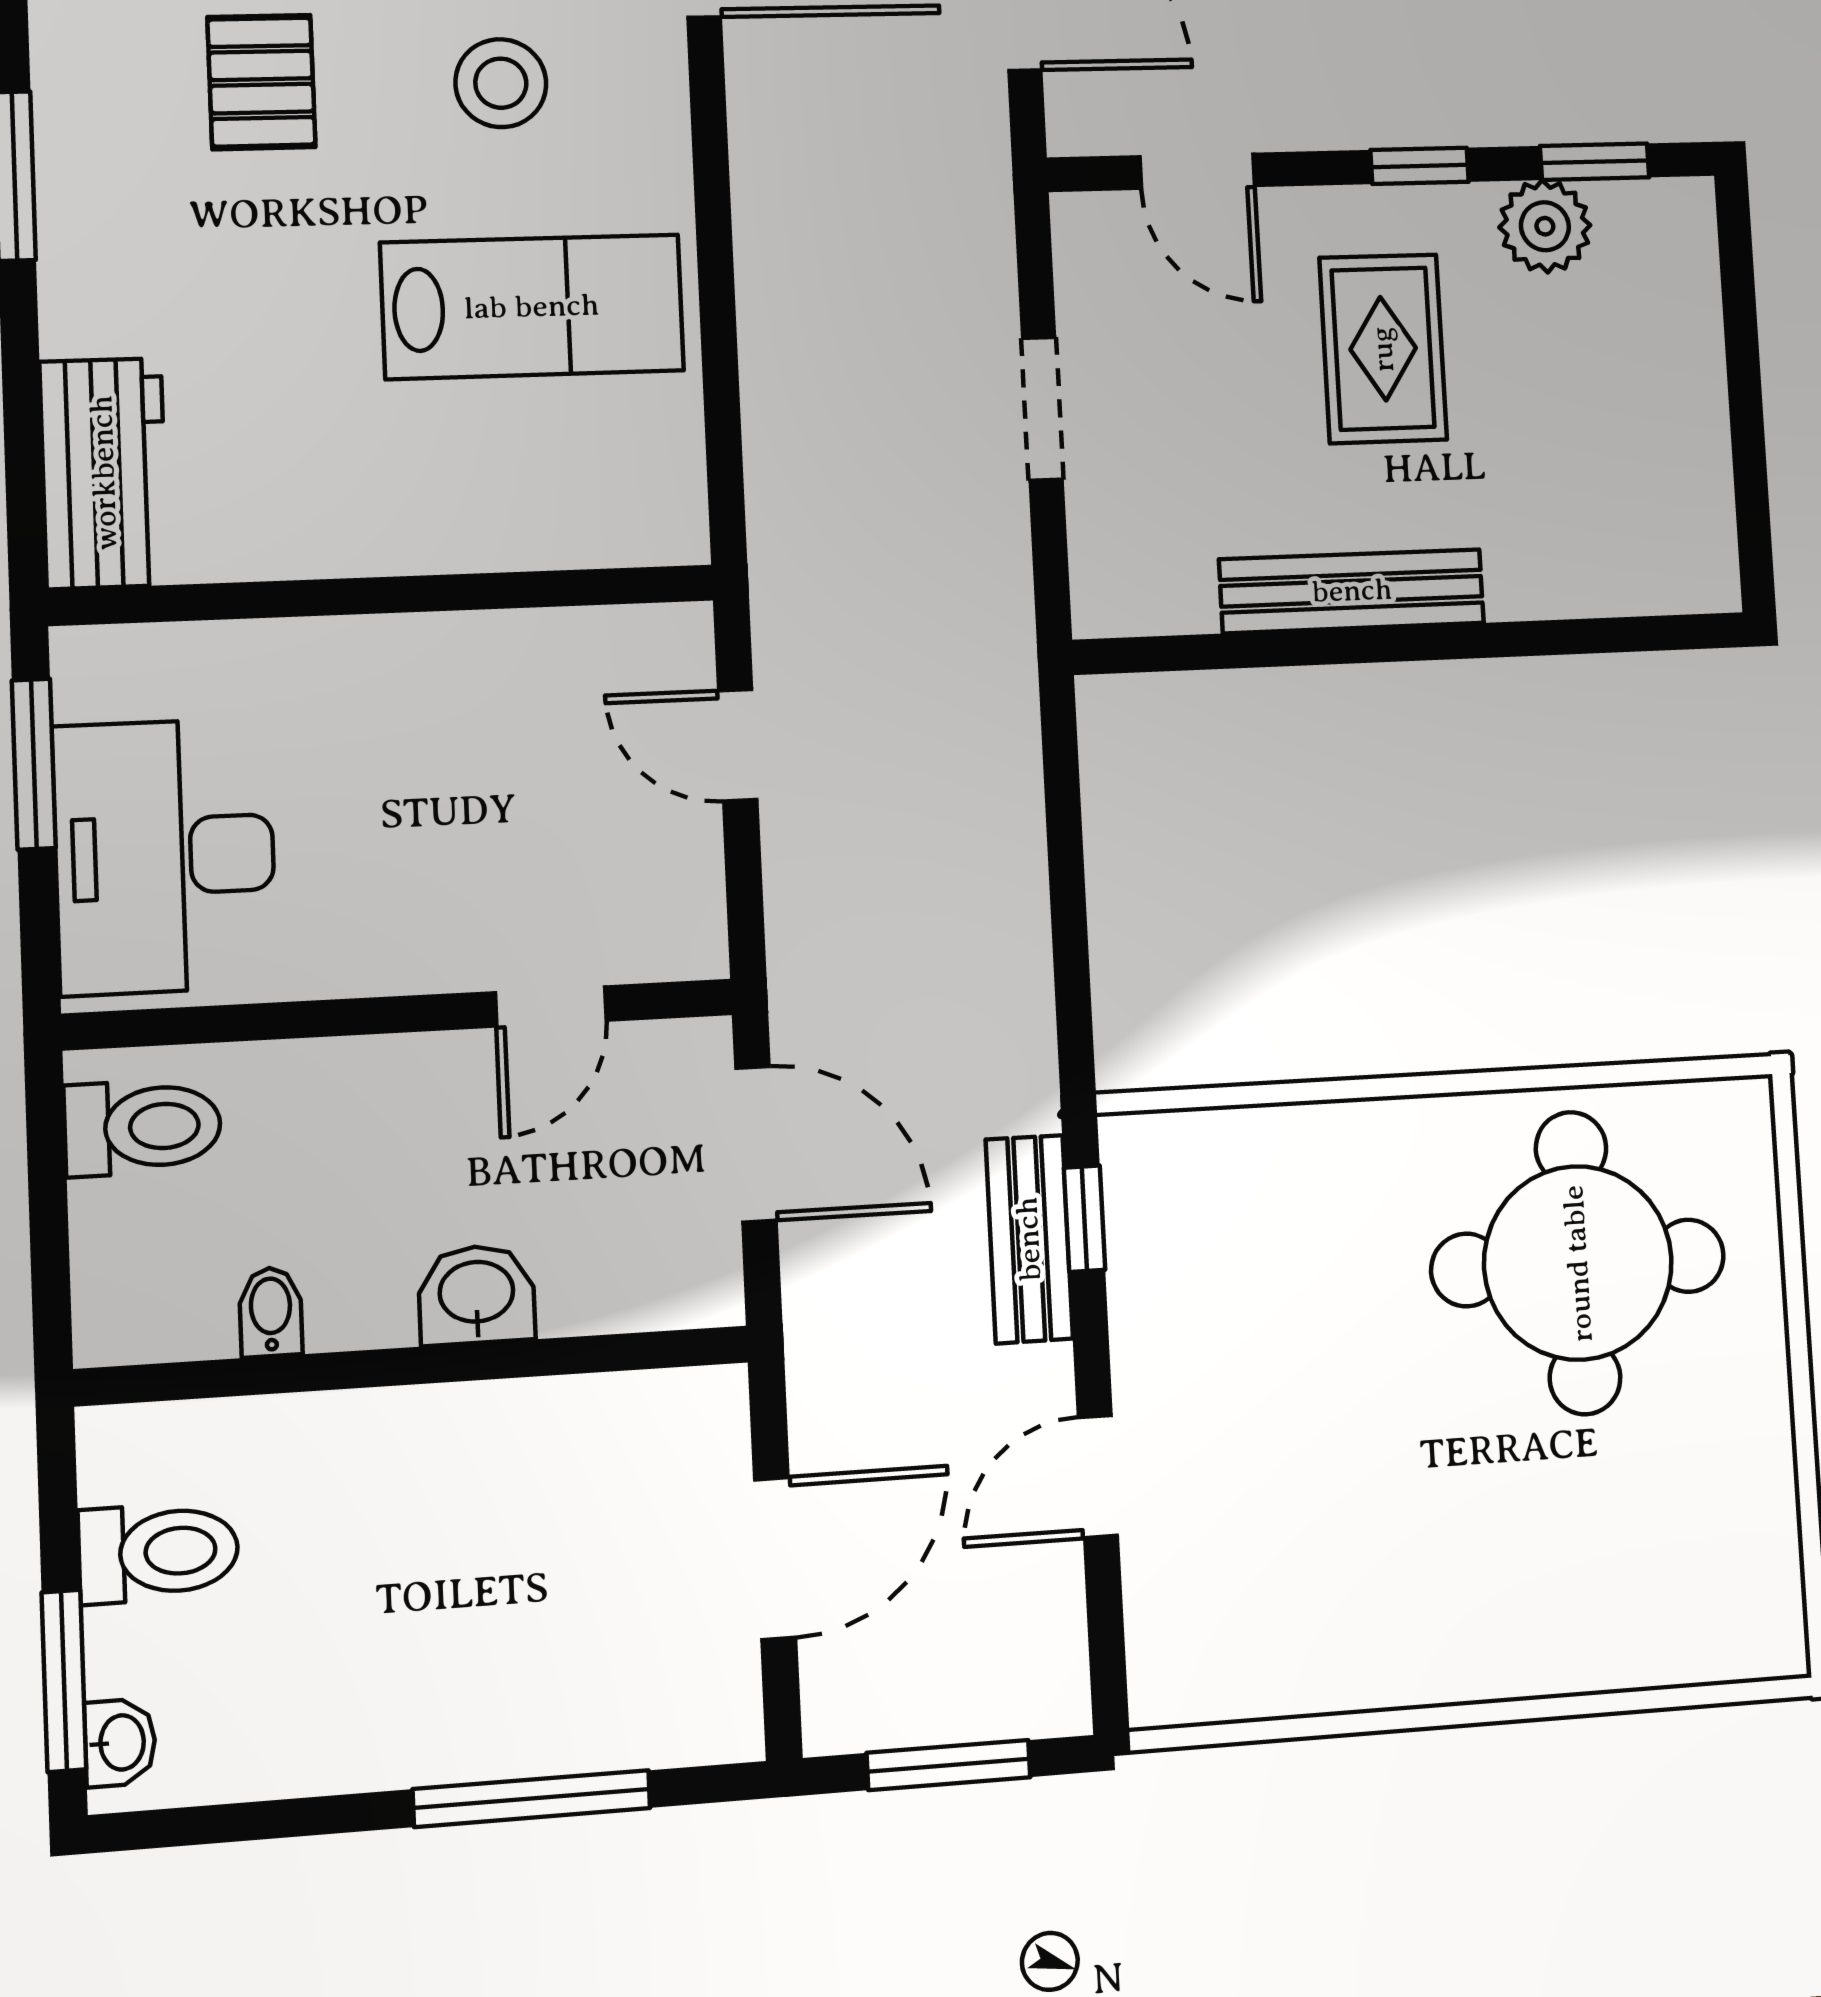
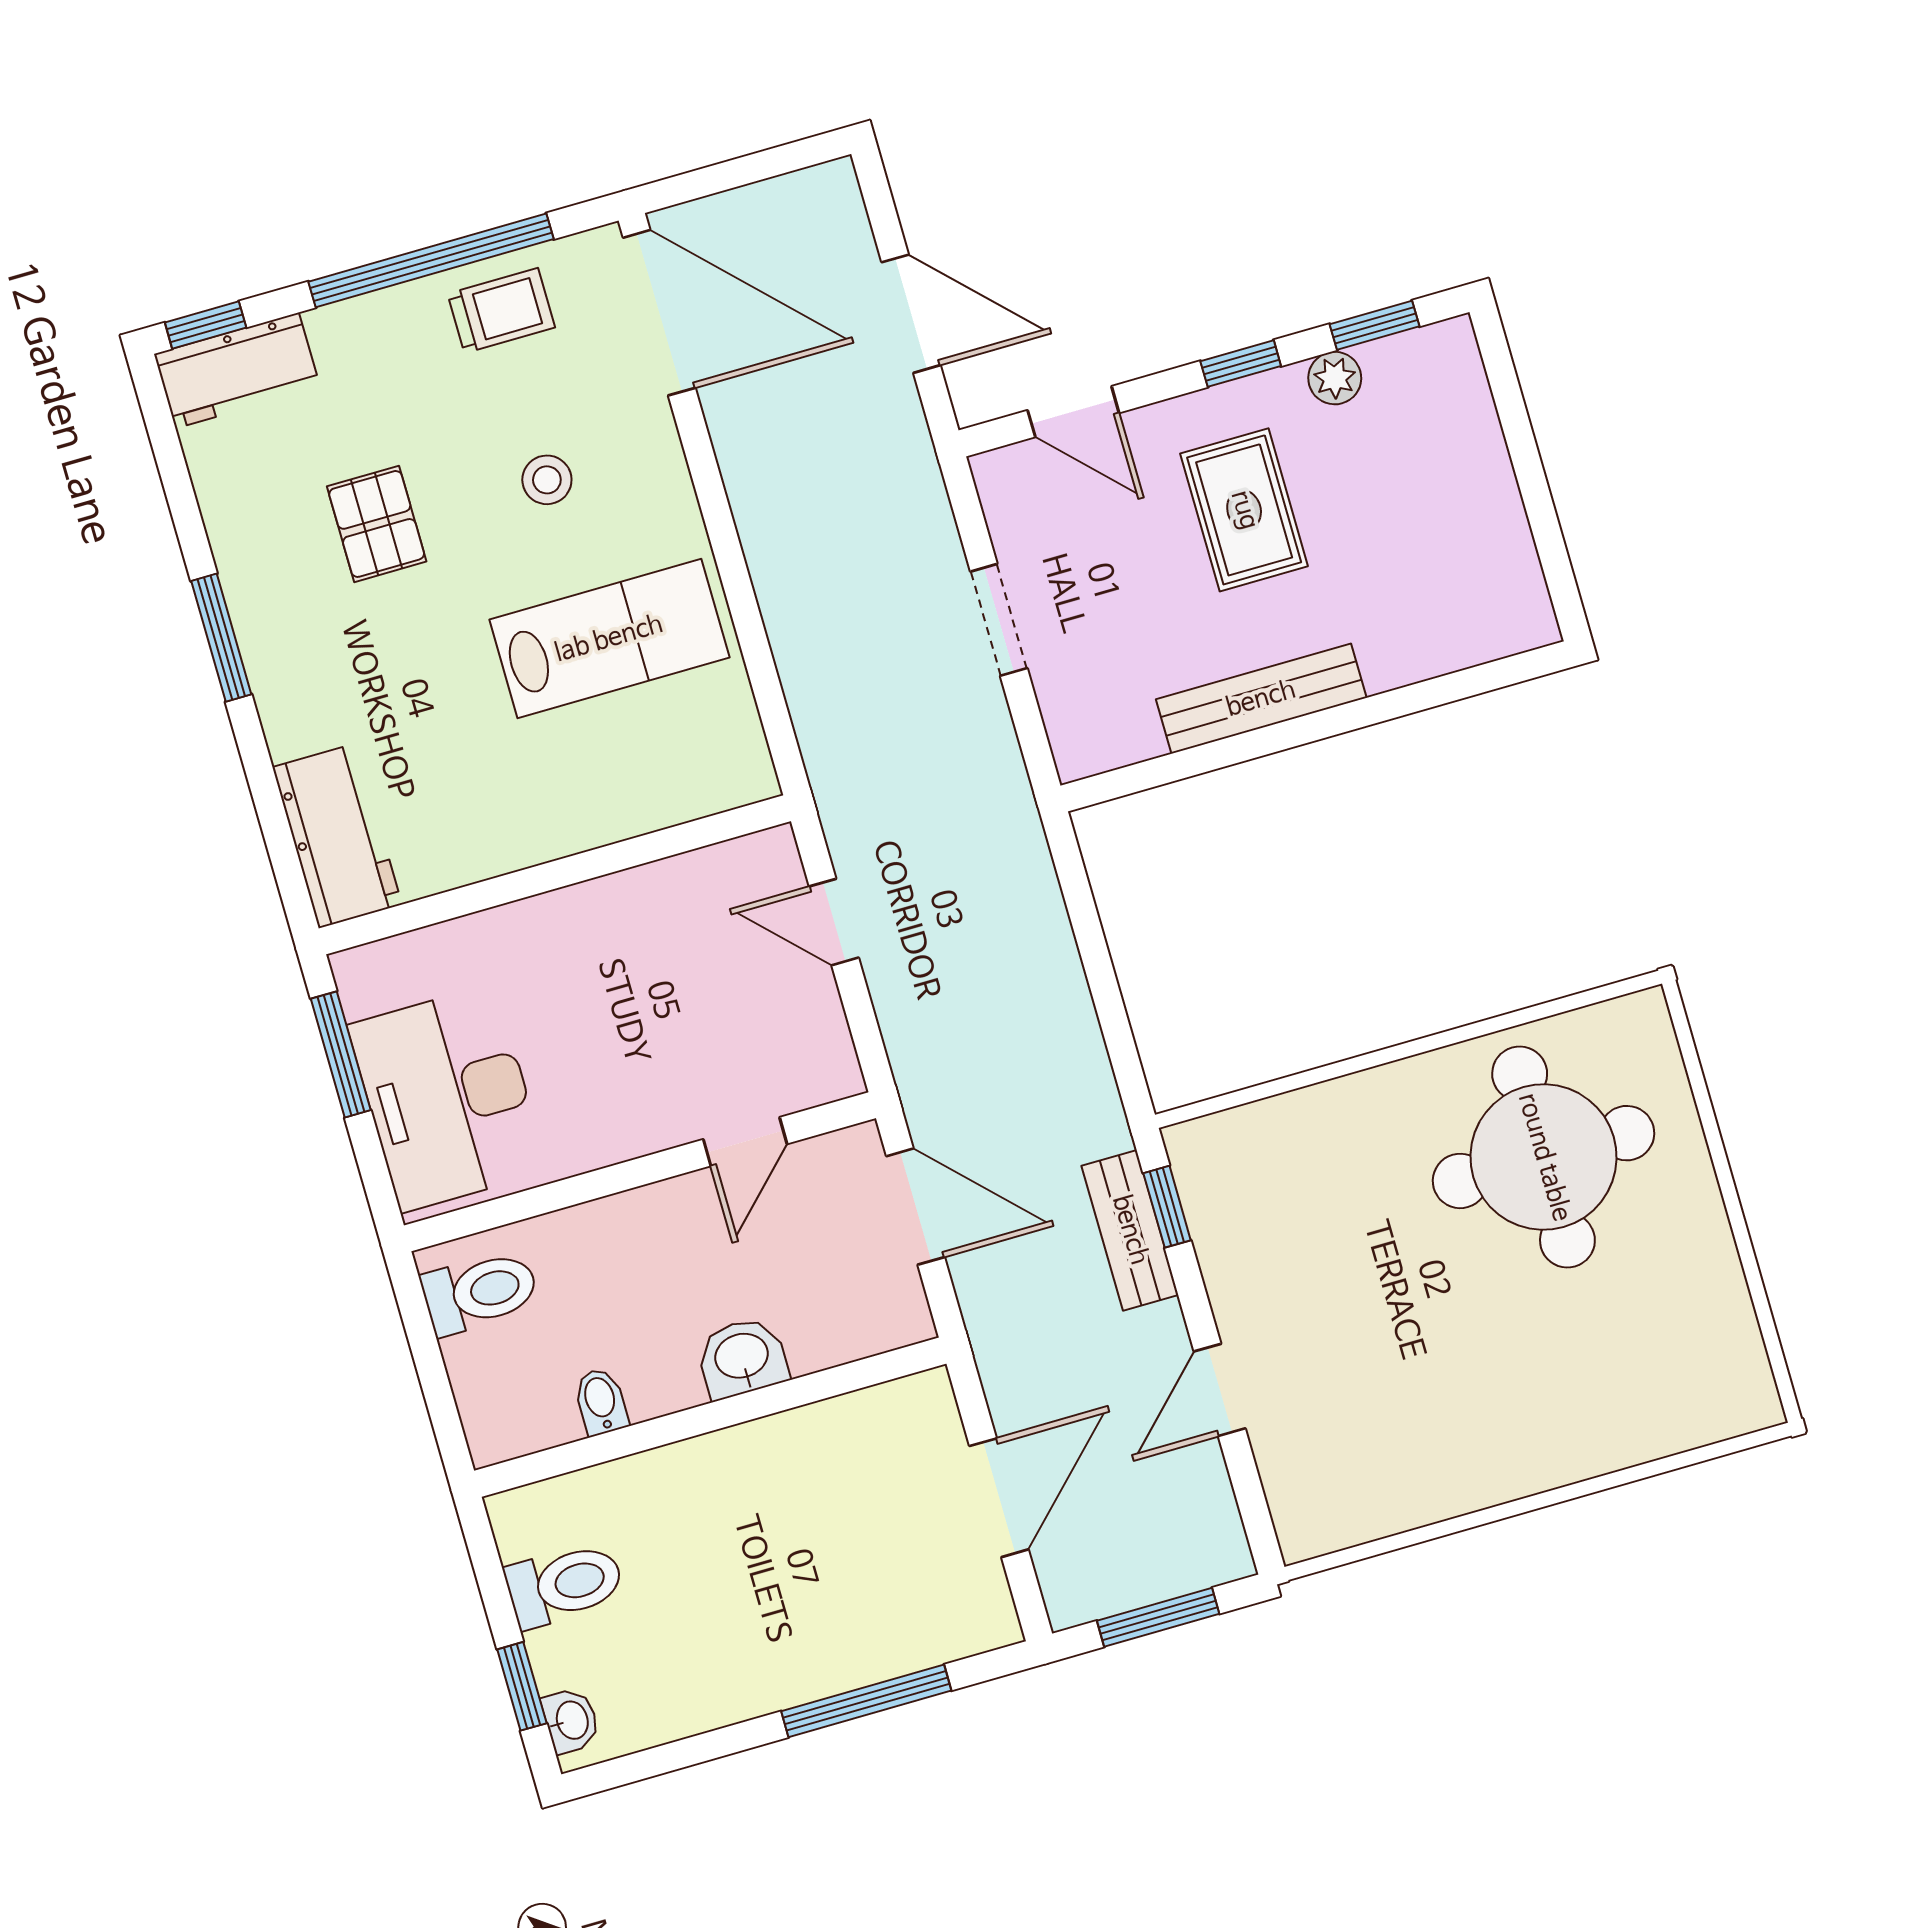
stool: (501, 83) -> (547, 480), width x0.73, depth x0.73
plant: (1545, 226) -> (1335, 378), width x0.73, depth x0.73
window: (64, 1681) -> (522, 1686), width x0.67

